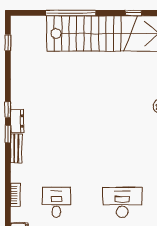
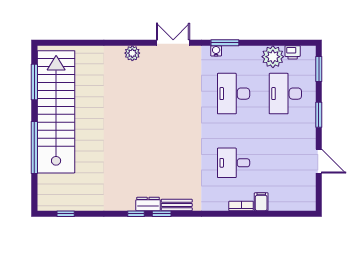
window: (133, 13) -> (34, 82), width x2.17
bookcase: (15, 195) -> (241, 206), moved

